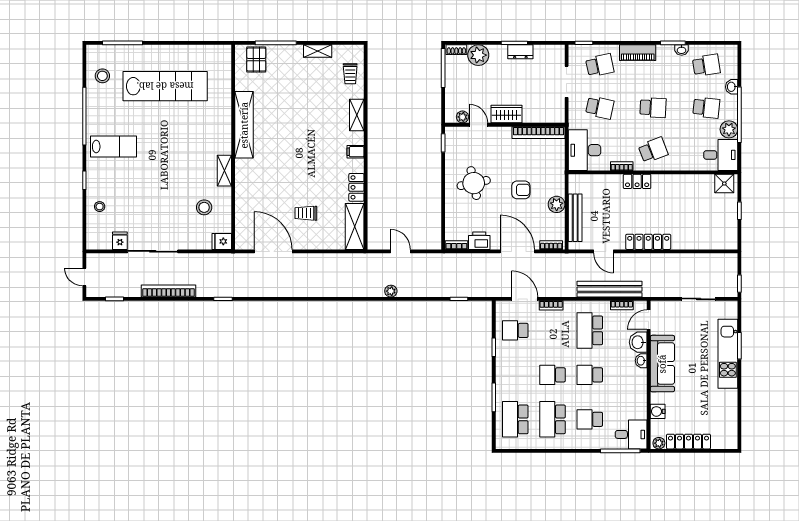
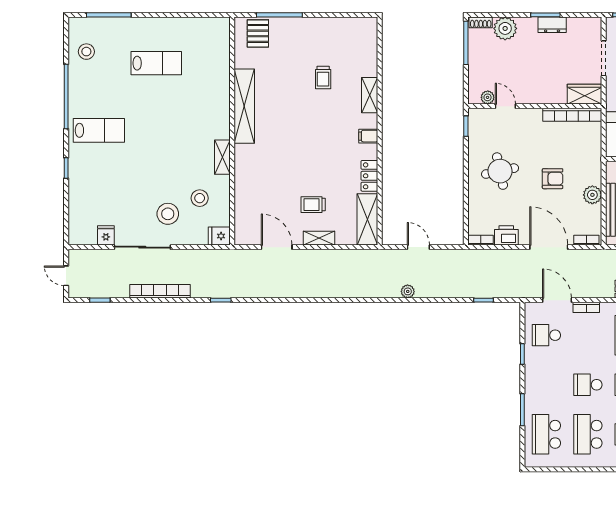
shelving: (318, 51) -> (319, 238), moved
trolley: (350, 74) -> (323, 78), moved
lab bench: (165, 86) -> (156, 63), width x0.54, depth x0.72
wardrobe: (506, 114) -> (584, 94), moved
stool: (100, 207) -> (168, 214), moved, width x1.89, depth x1.89
door: (273, 251) -> (277, 247), width x0.73

